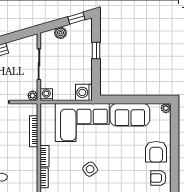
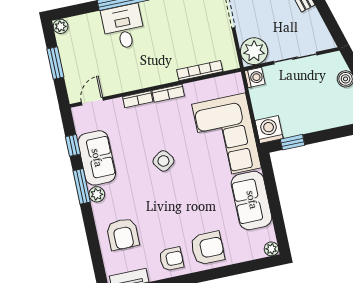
window: (96, 51) -> (292, 142), moved
plant: (33, 96) -> (254, 51), width x1.88, depth x1.88
armchair: (156, 152) -> (207, 248), turned 180
armchair: (158, 178) -> (171, 259), turned 90

